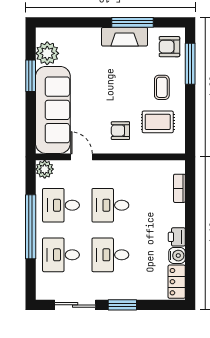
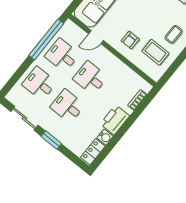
armchair: (120, 131) -> (130, 40), turned -90
door: (81, 157) -> (96, 37), swing flipped
plant: (45, 169) -> (69, 27), removed
window: (31, 227) -> (46, 39), moved
printer: (177, 237) -> (115, 120), width x1.87, depth x1.48

